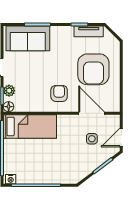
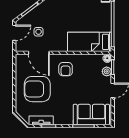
armchair: (93, 69) -> (37, 89), turned -90

